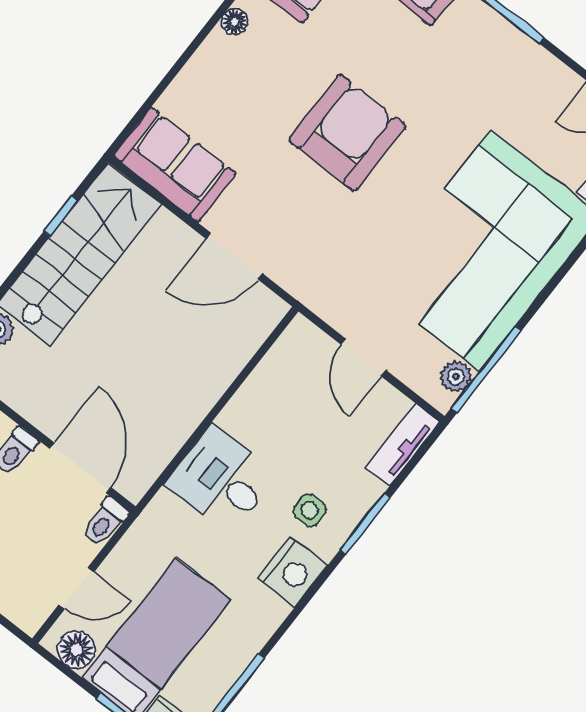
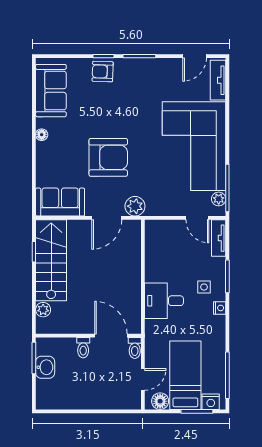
armchair: (347, 133) -> (108, 157), moved, turned 90
plant: (300, 275) -> (135, 206), added
door: (363, 357) -> (197, 218), moved
nightstand: (292, 572) -> (220, 308), width x0.53, depth x0.56

